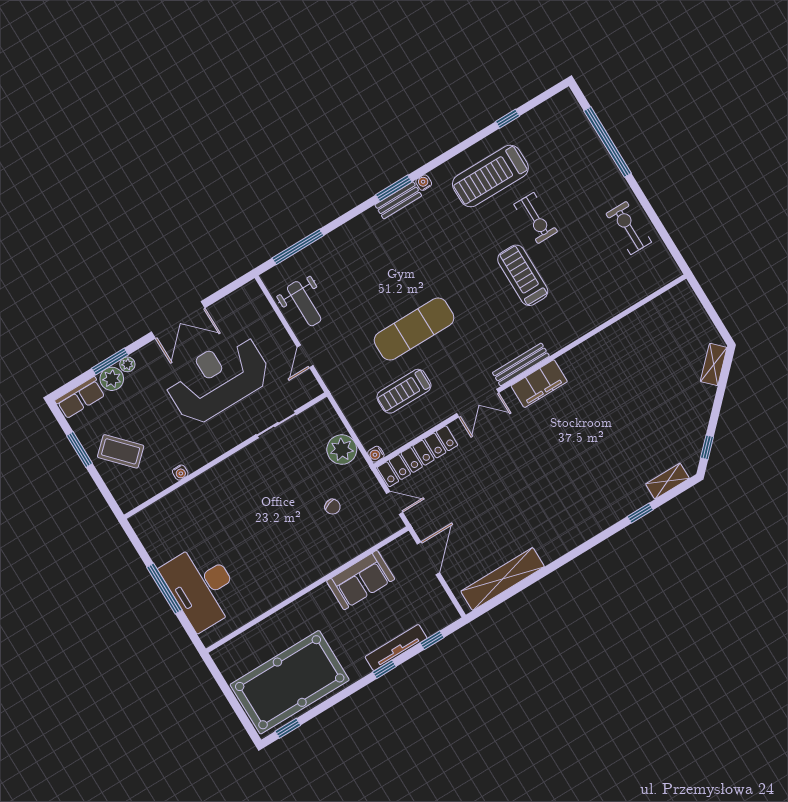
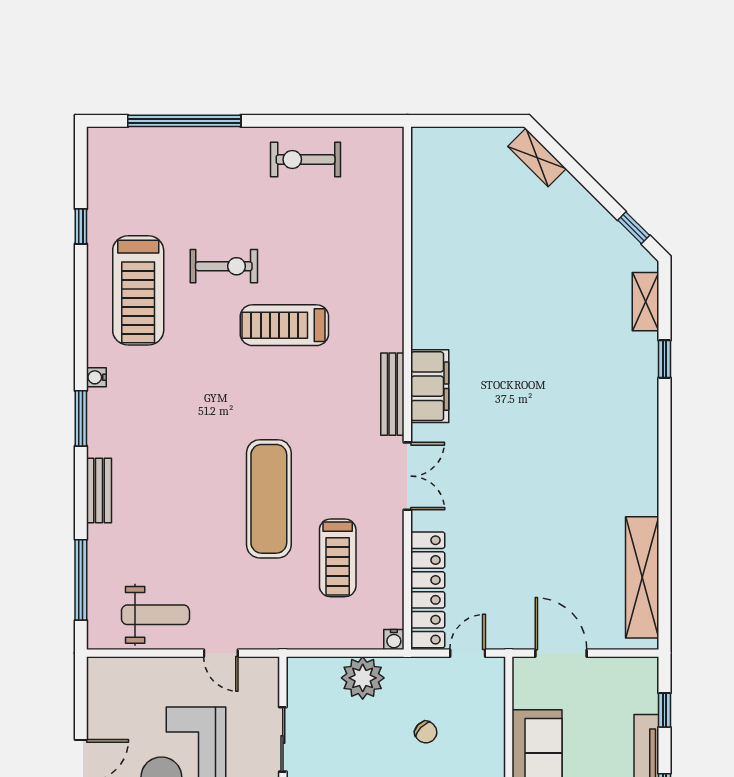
bench: (398, 200) -> (99, 490), moved
chair: (332, 507) -> (426, 732), turned 62

